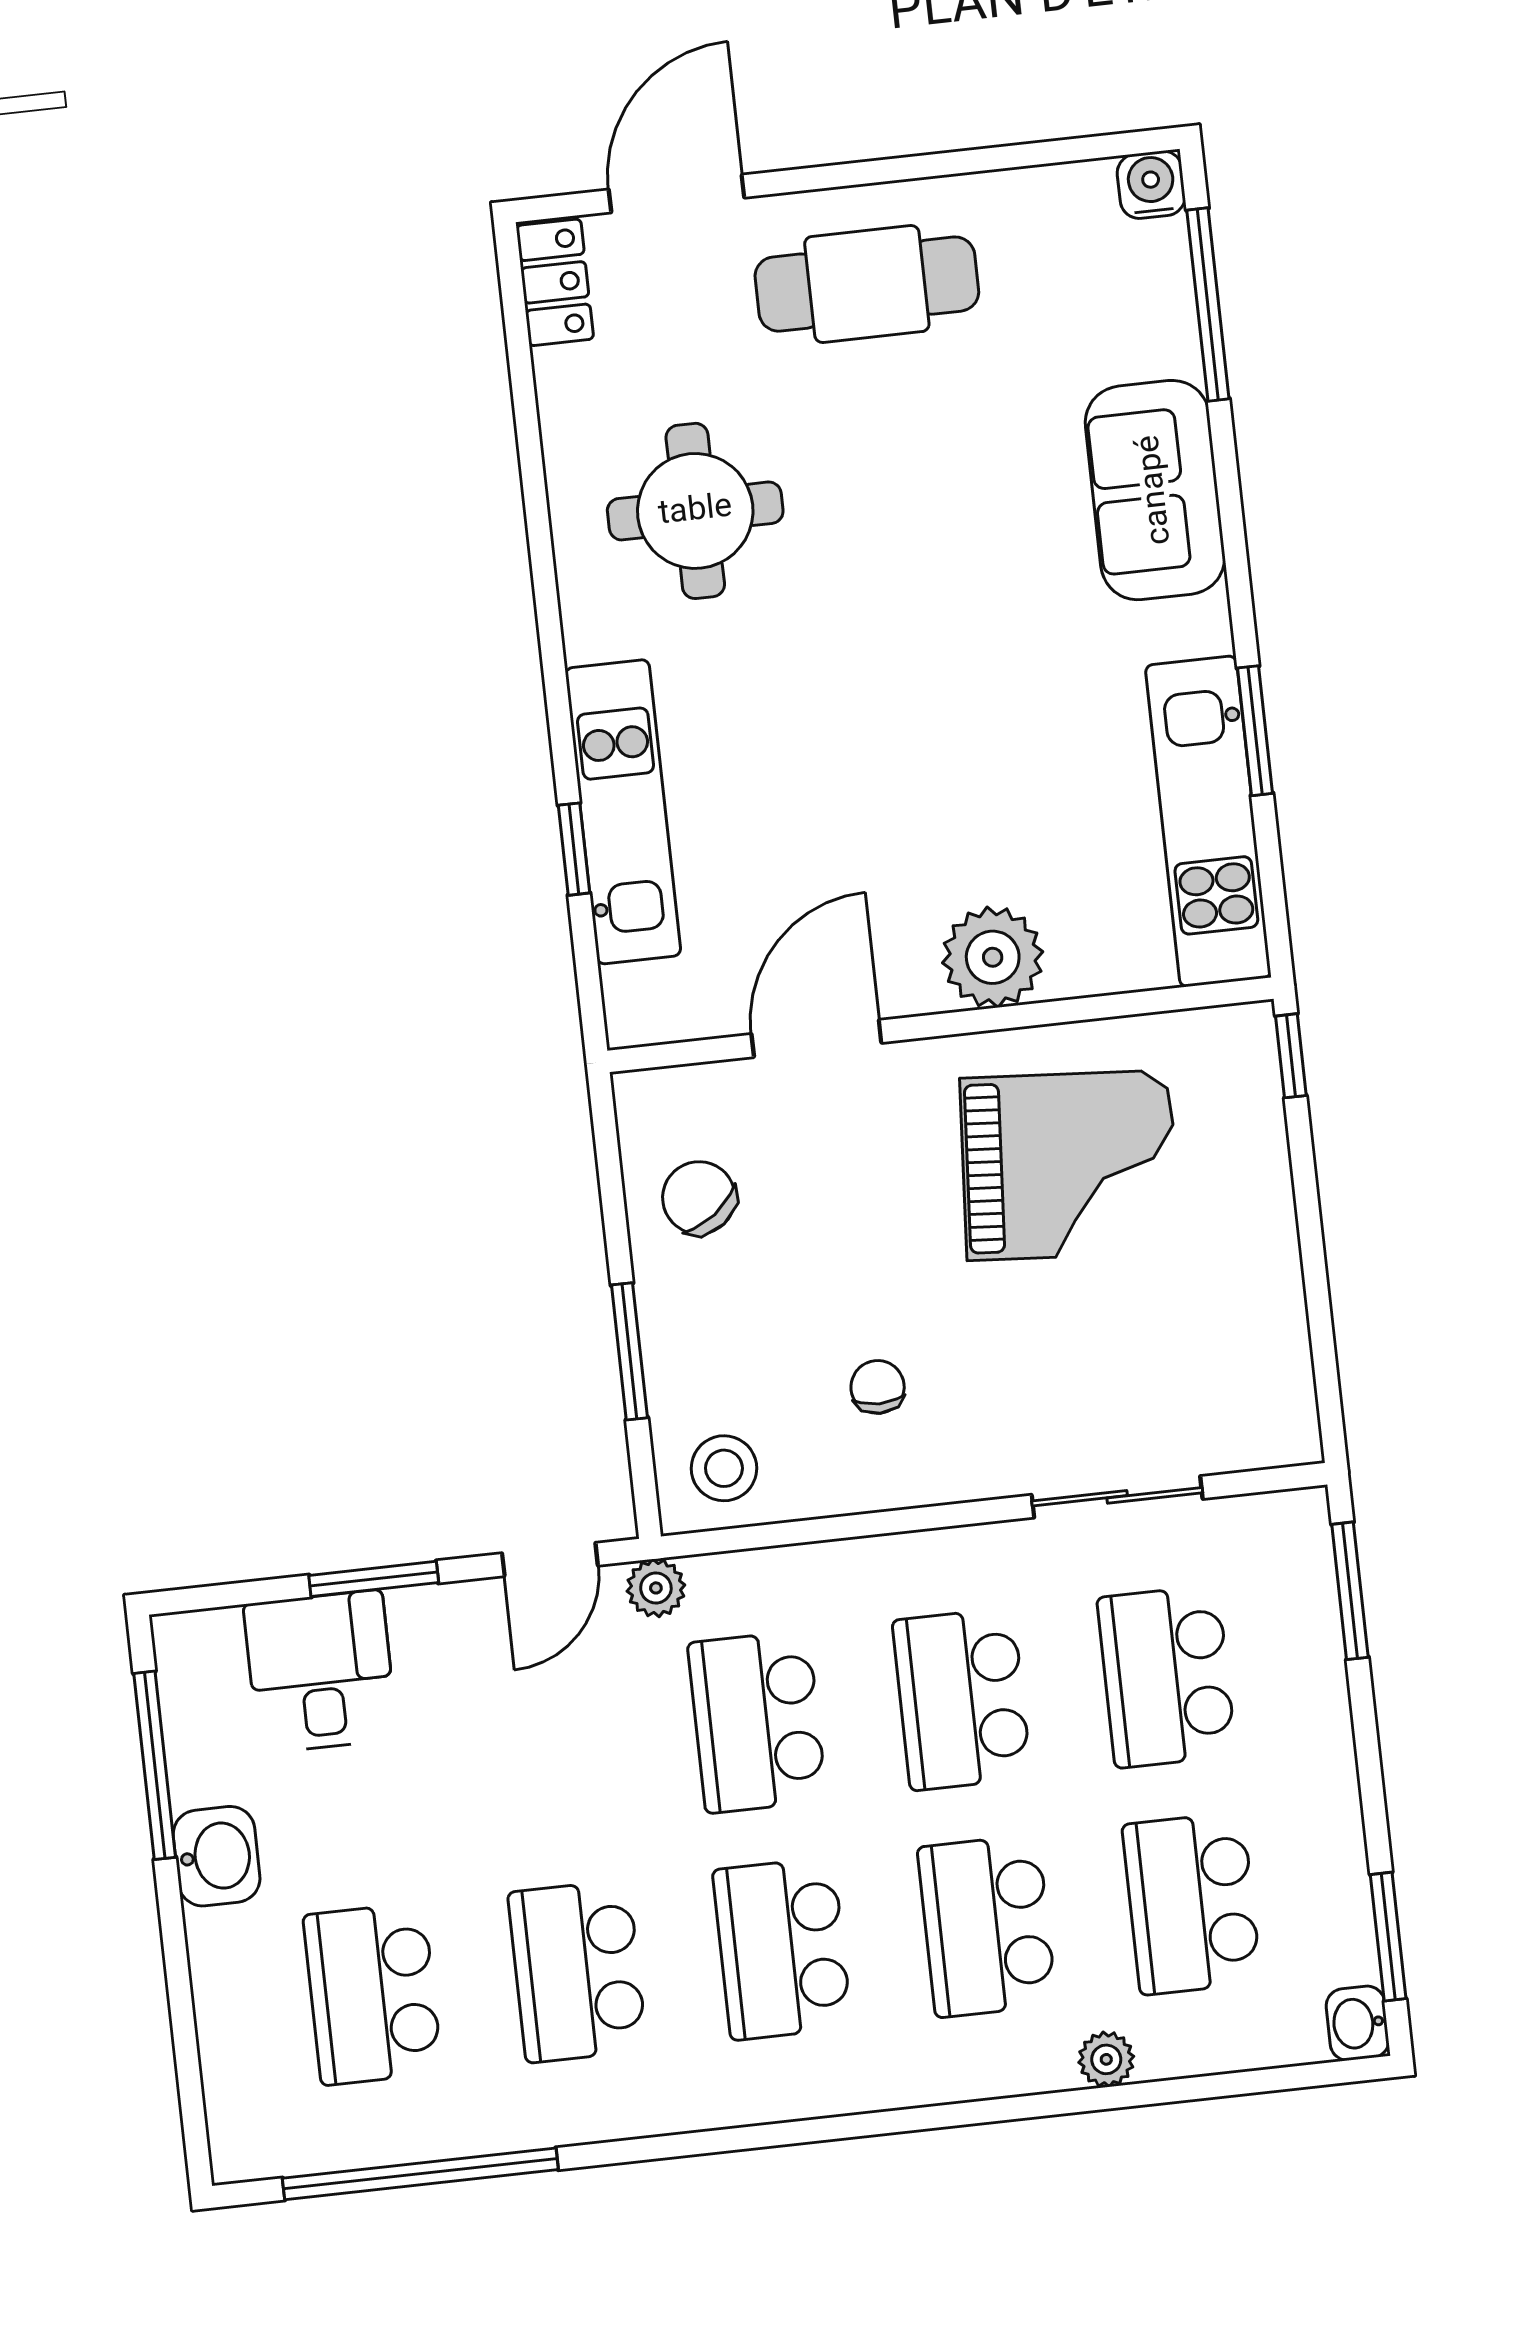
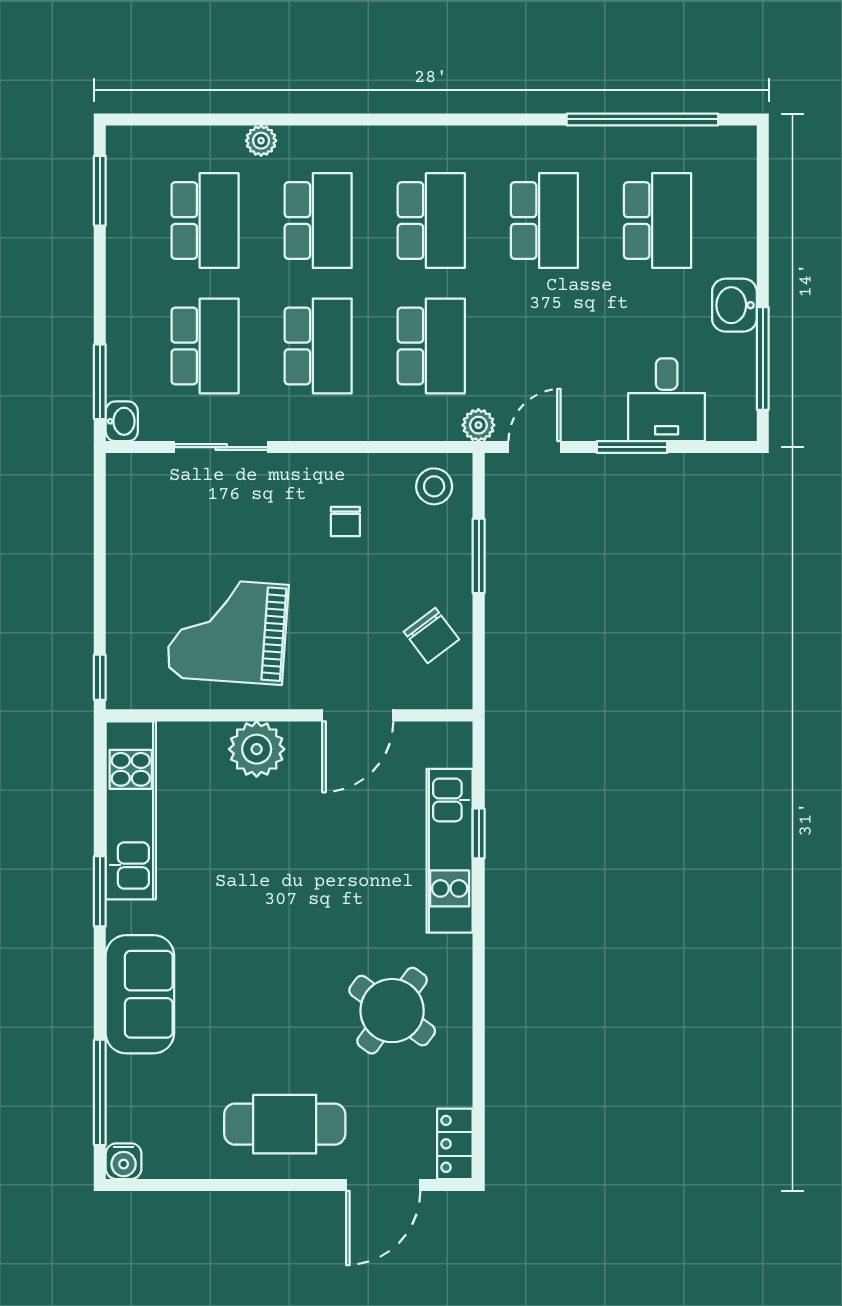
round table: (695, 511) -> (392, 1011), turned 36
window: (1255, 731) -> (100, 891), moved
washbasin: (1357, 2023) -> (122, 421), moved

